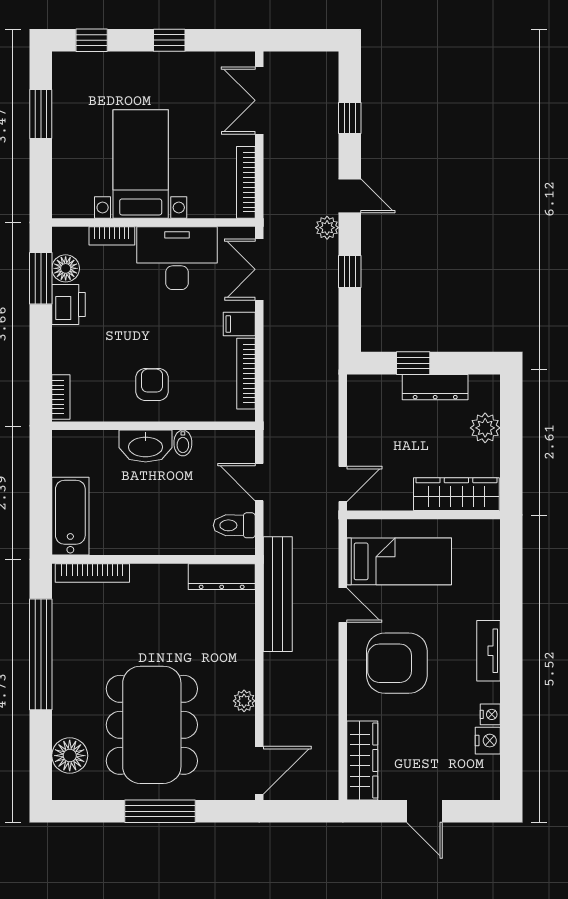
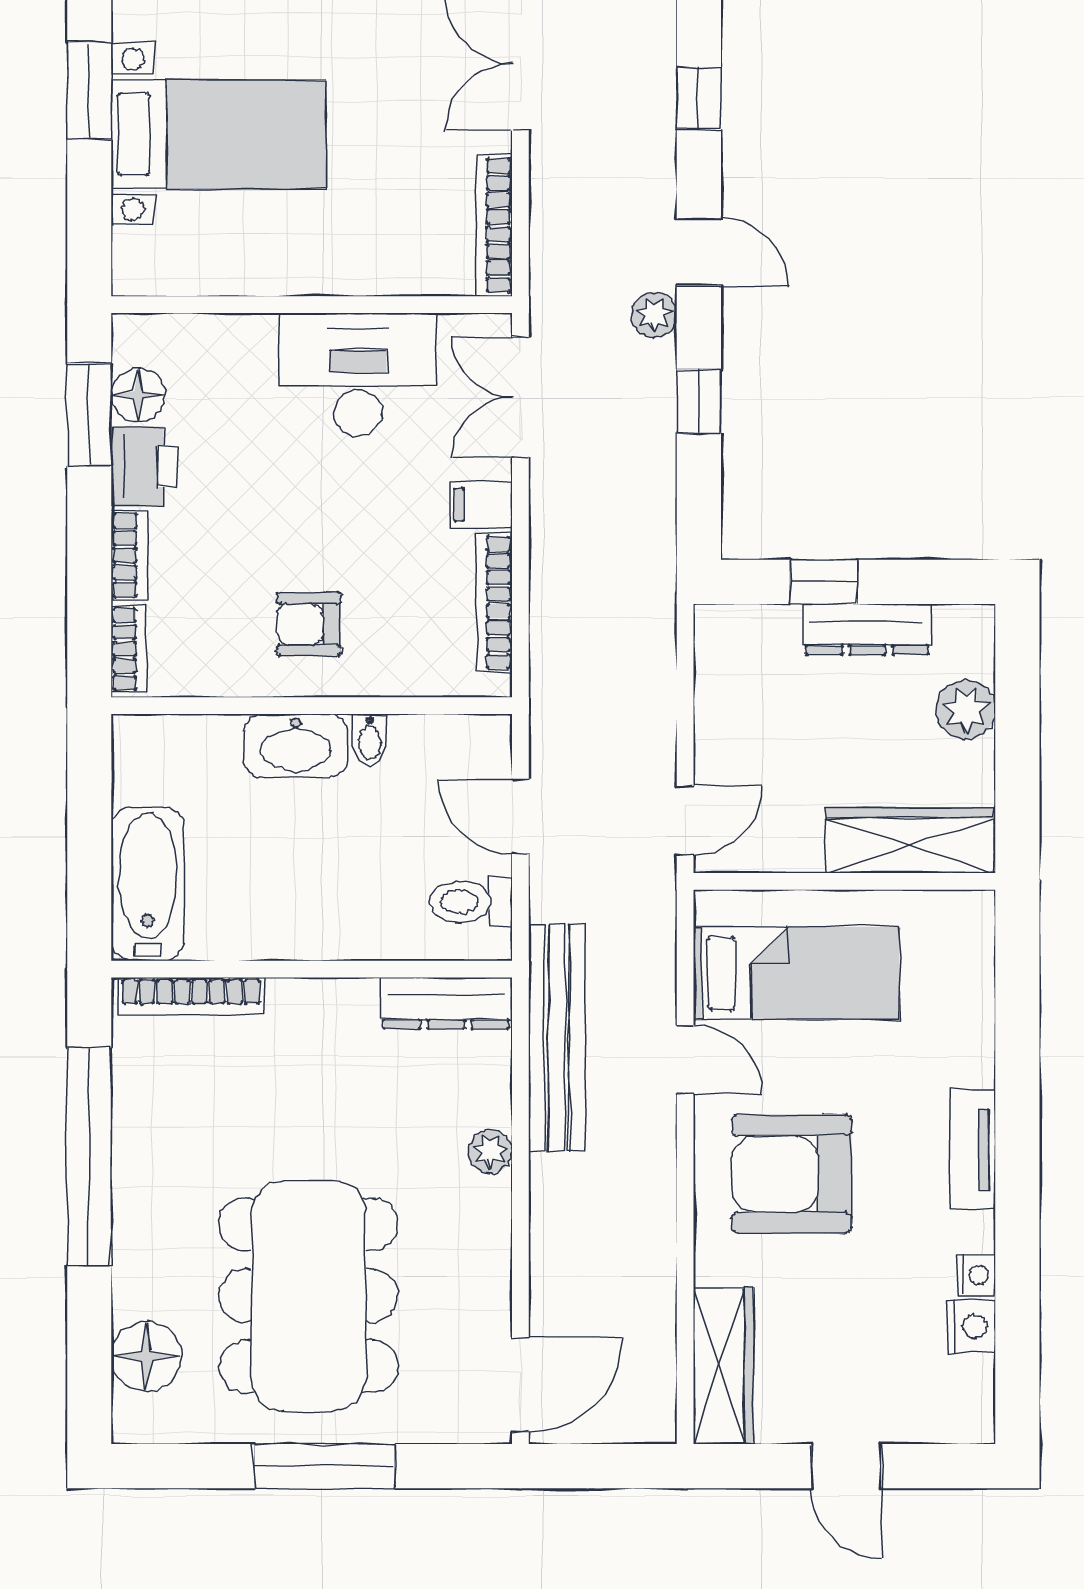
bed with nightstands: (141, 164) -> (218, 134), moved, turned 90
bookcase: (112, 236) -> (129, 555), moved, turned -90
armchair: (152, 384) -> (309, 624), turned -90
plant: (244, 701) -> (490, 1151), moved

